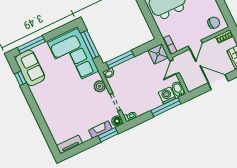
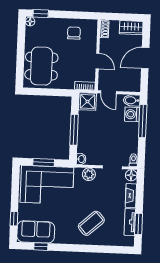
chair: (214, 23) -> (74, 33), moved
window: (90, 44) -> (44, 162), width x0.69
window: (31, 45) -> (14, 219), width x0.46
window: (120, 60) -> (74, 130), moved
coffee table: (61, 109) -> (91, 223), added
window: (108, 135) -> (139, 224), moved
tv unit: (69, 144) -> (130, 222), moved

